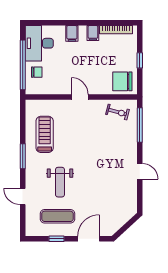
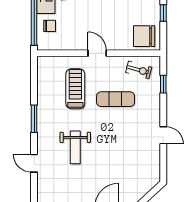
window: (140, 125) -> (163, 84), width x0.46
treadmill: (45, 134) -> (75, 89), moved
exercise mat: (57, 216) -> (116, 99), moved

